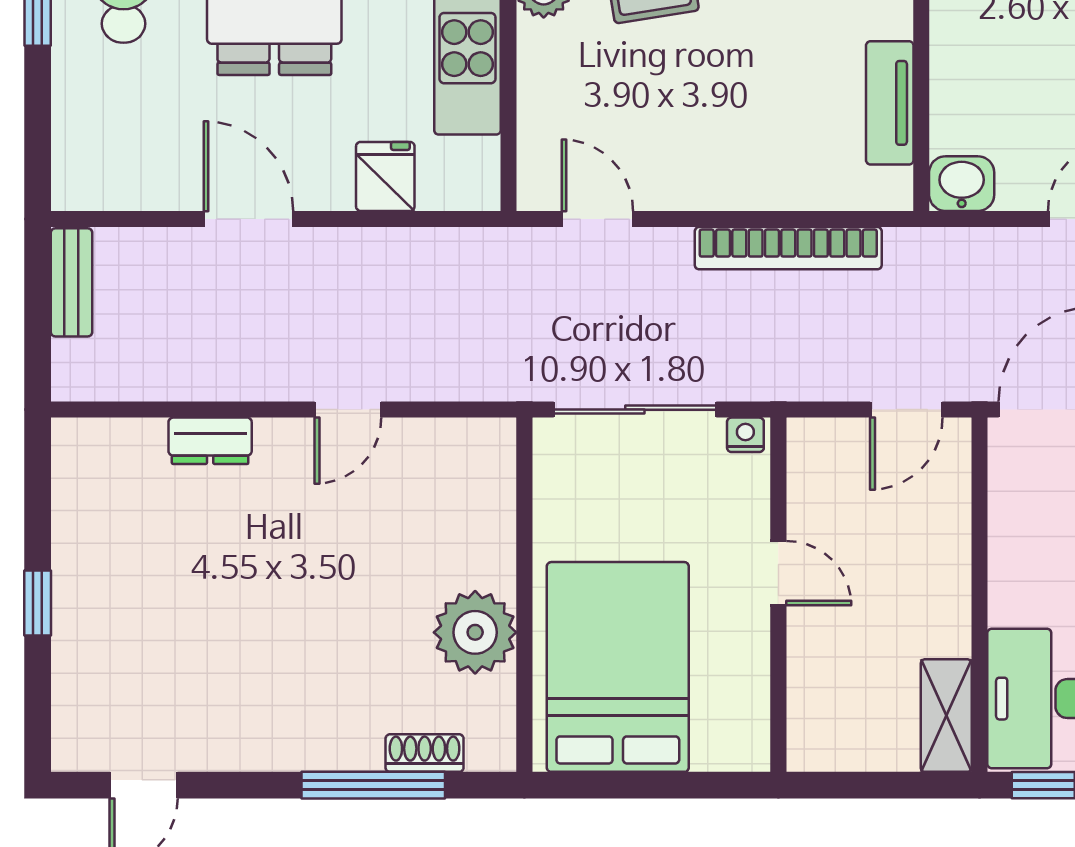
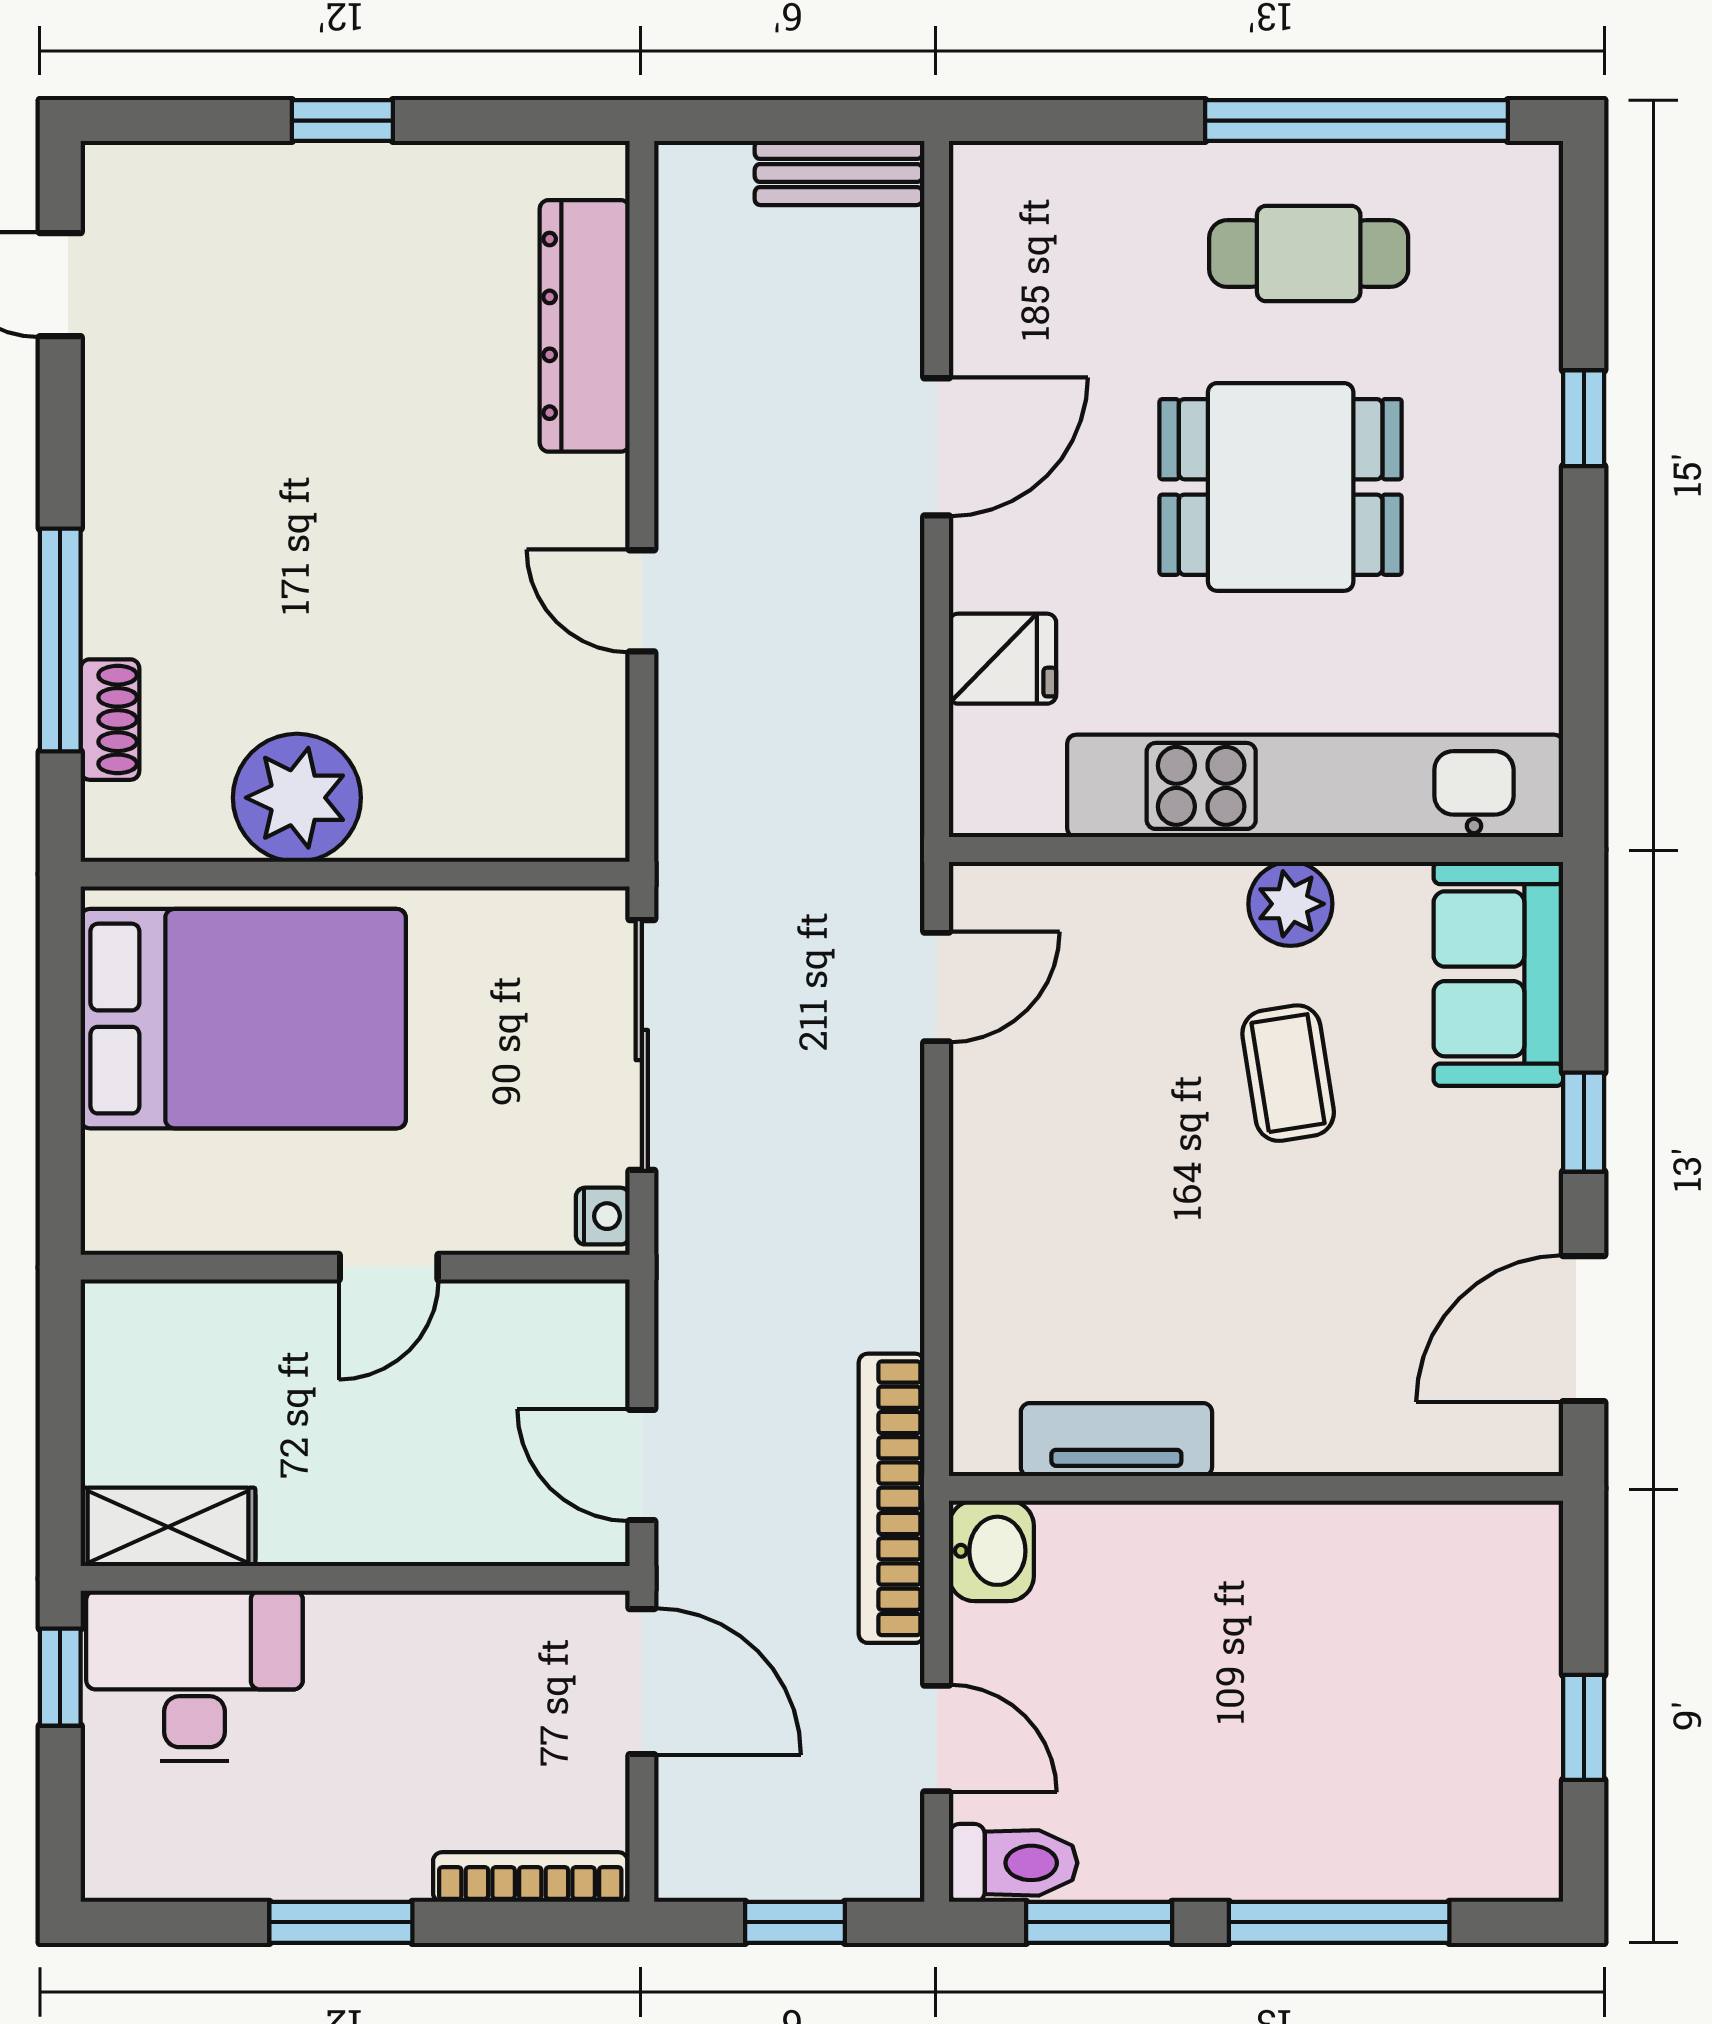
bookcase: (788, 248) -> (892, 1498), moved
dresser: (210, 441) -> (585, 326), width x1.96, depth x1.24

